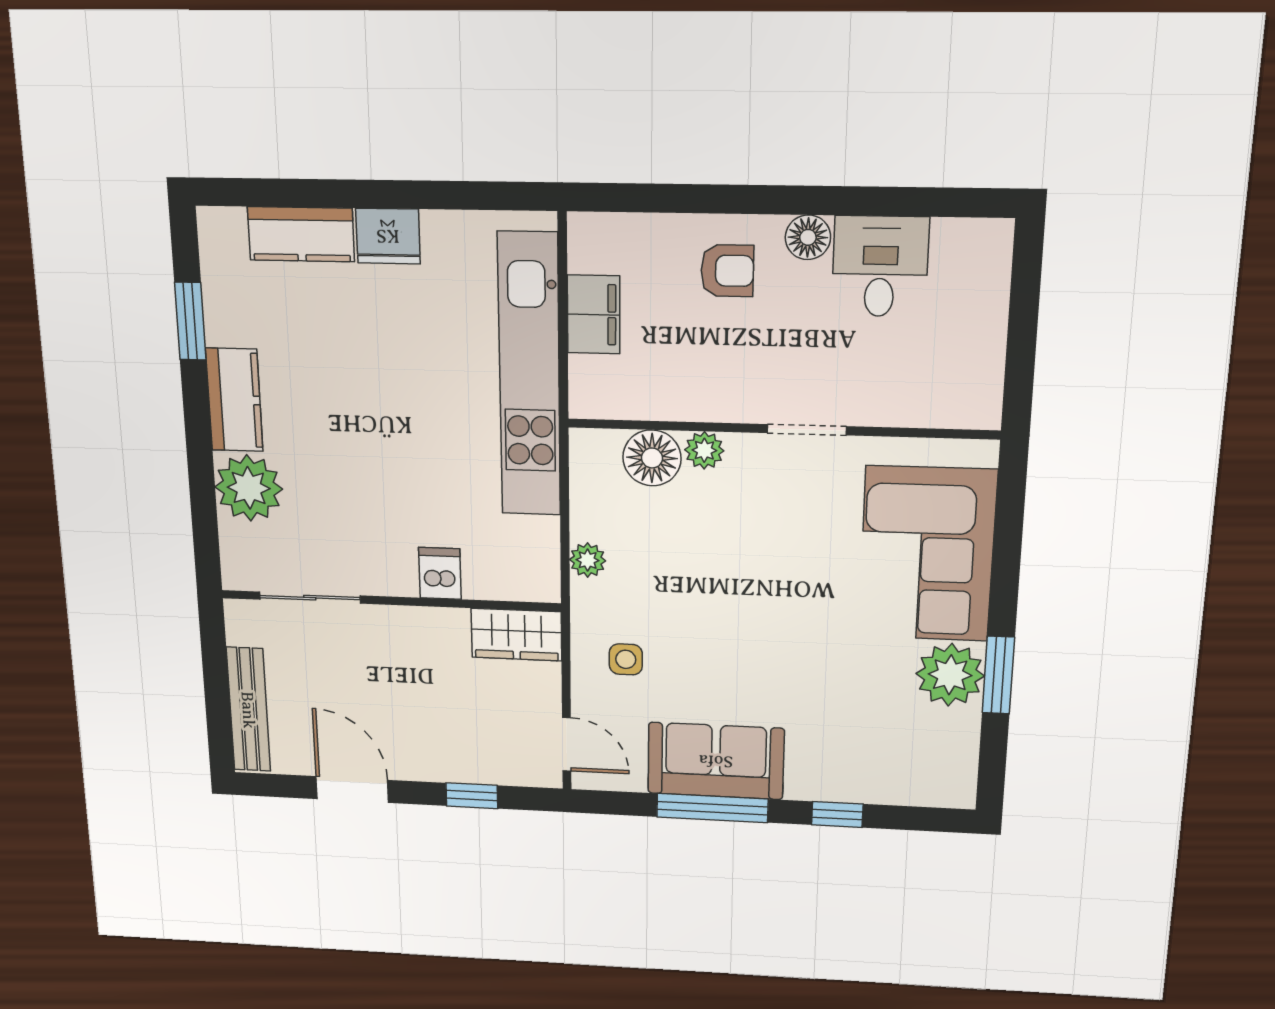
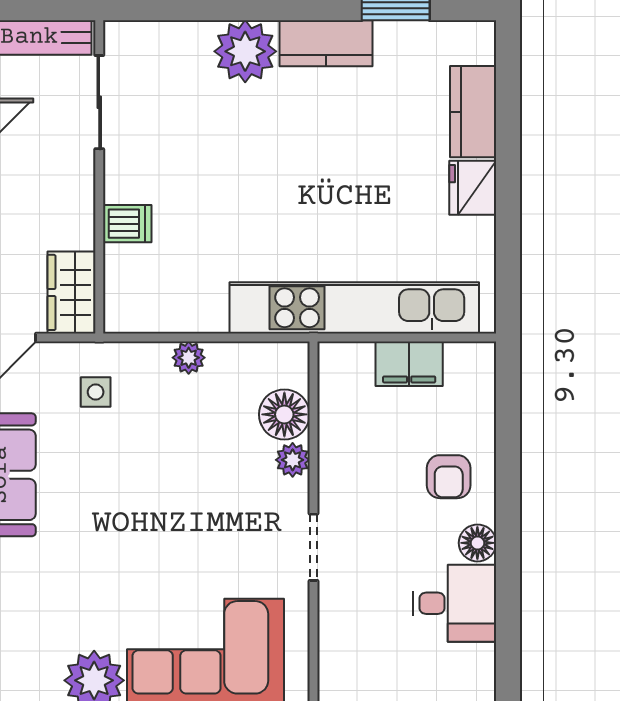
dishwasher: (440, 573) -> (127, 224), moved
sliding door: (310, 598) -> (99, 102), moved
wall: (390, 601) -> (99, 177), moved
wardrobe: (516, 635) -> (71, 292), moved

